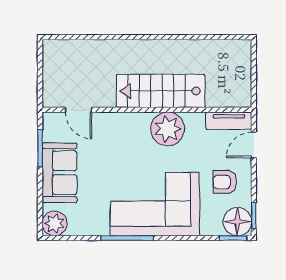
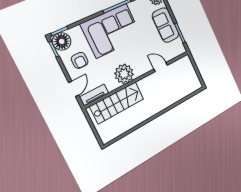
stairs: (161, 91) -> (117, 103), moved
door: (79, 110) -> (161, 67), moved
armchair: (225, 182) -> (80, 60), turned 90

